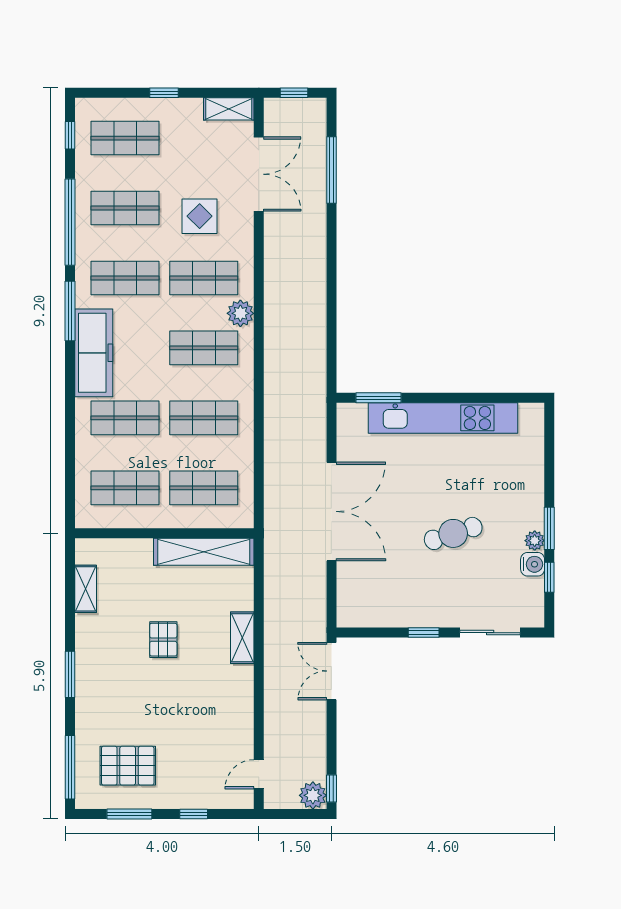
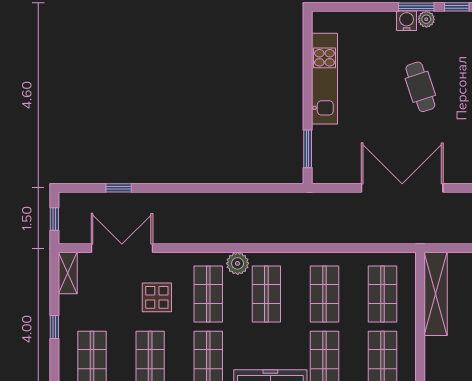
window: (331, 170) -> (119, 188), width x0.46
kitchen unit: (443, 418) -> (324, 79), width x0.73
water cooler: (533, 564) -> (407, 21), moved

